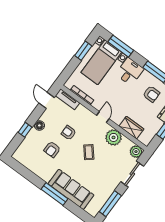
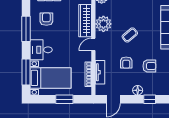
window: (83, 51) -> (64, 99), moved
tv unit: (68, 99) -> (100, 72), moved
wardrobe: (131, 128) -> (85, 21), width x1.50

